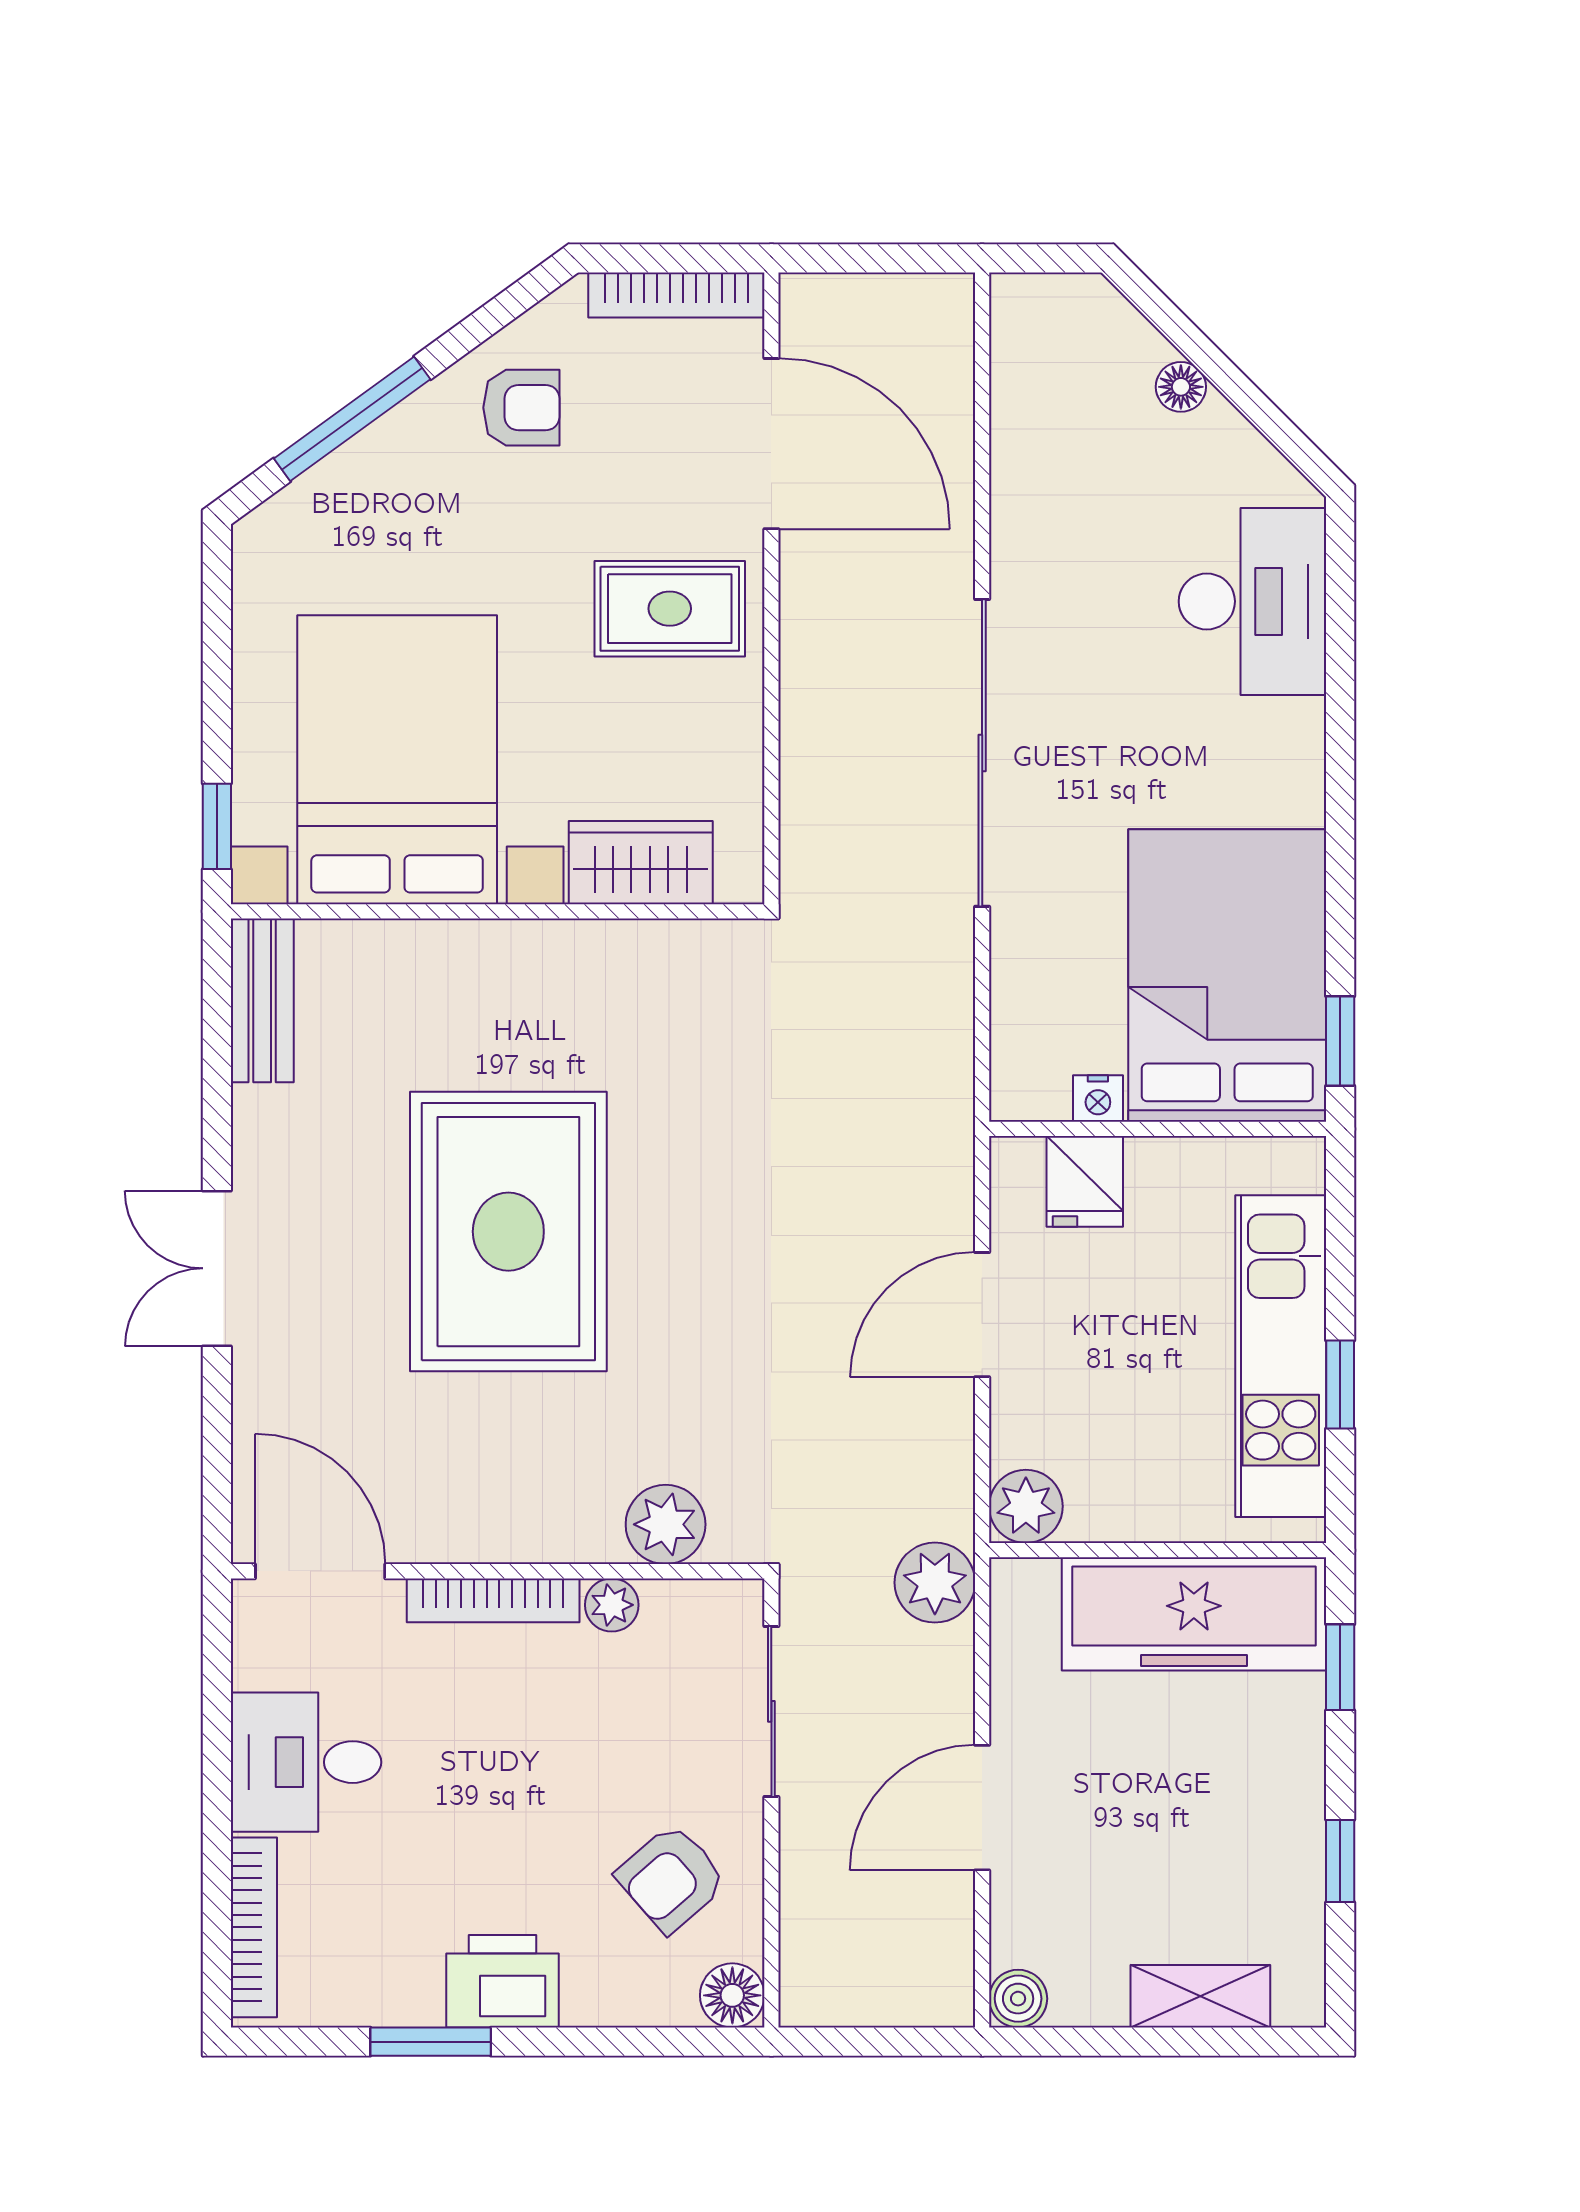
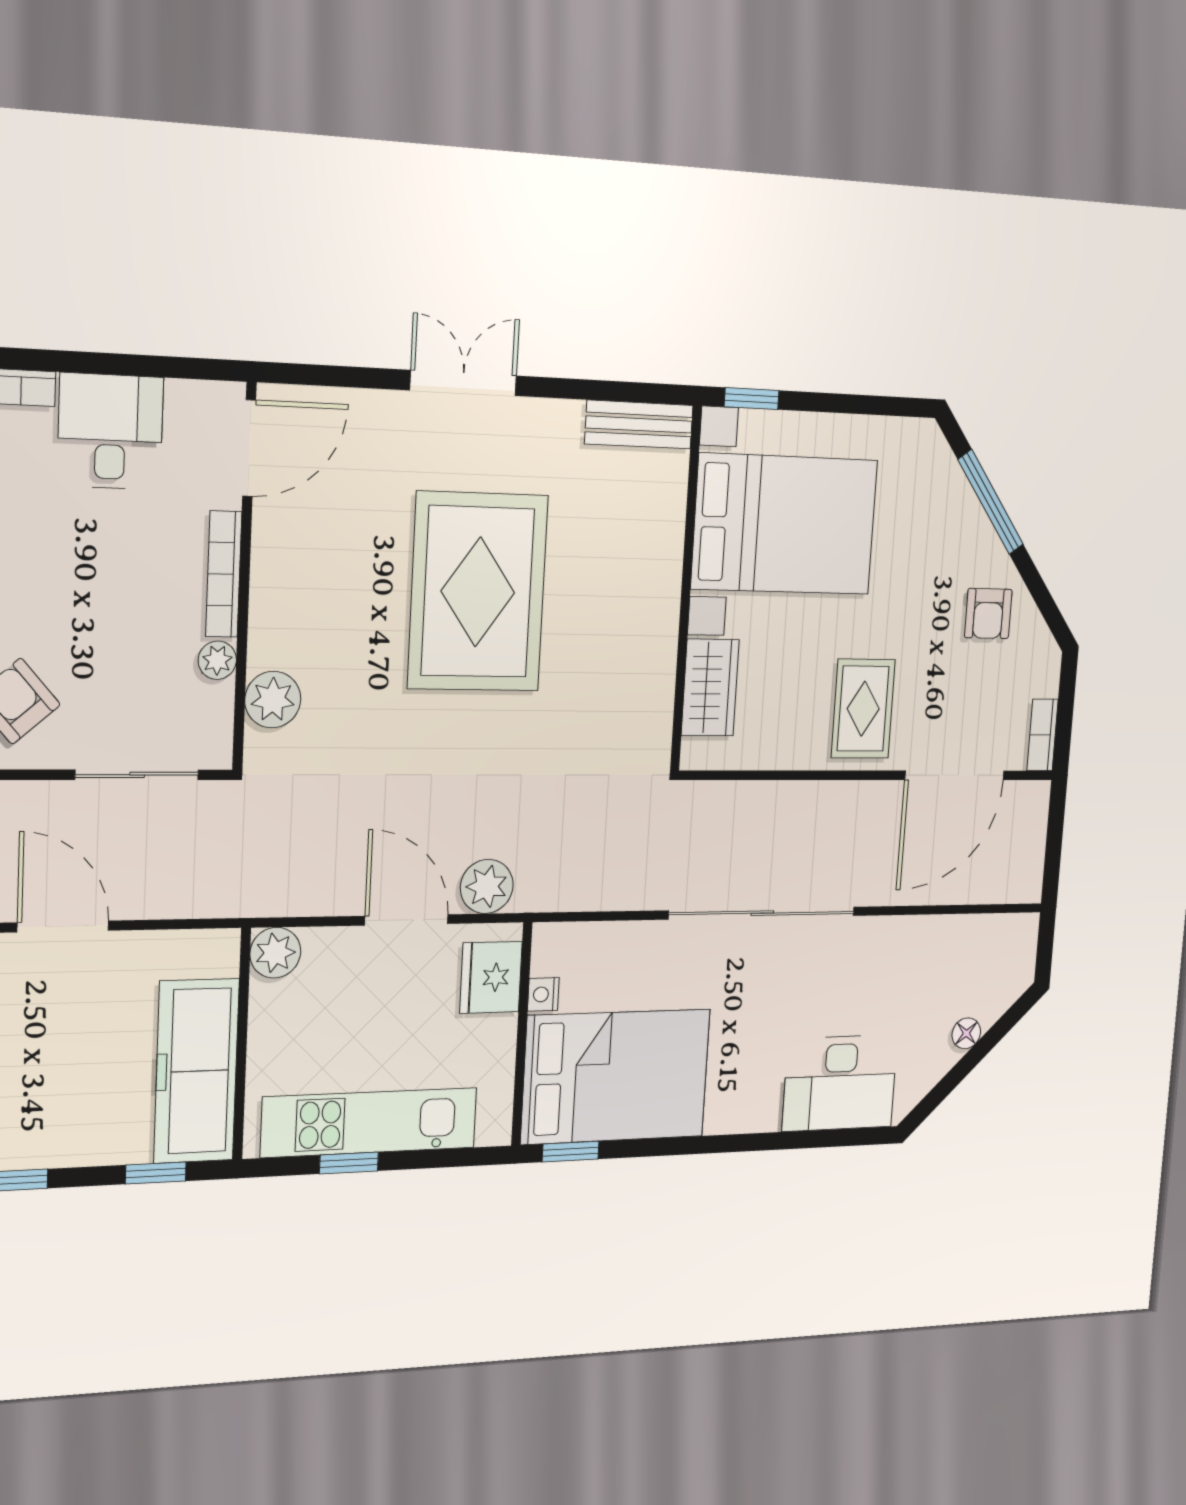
bookcase: (676, 295) -> (1043, 735), width x0.64
fridge: (1085, 1181) -> (491, 977), width x1.38
rug: (508, 1232) -> (478, 592), turned 90
plant: (935, 1583) -> (487, 886), moved

